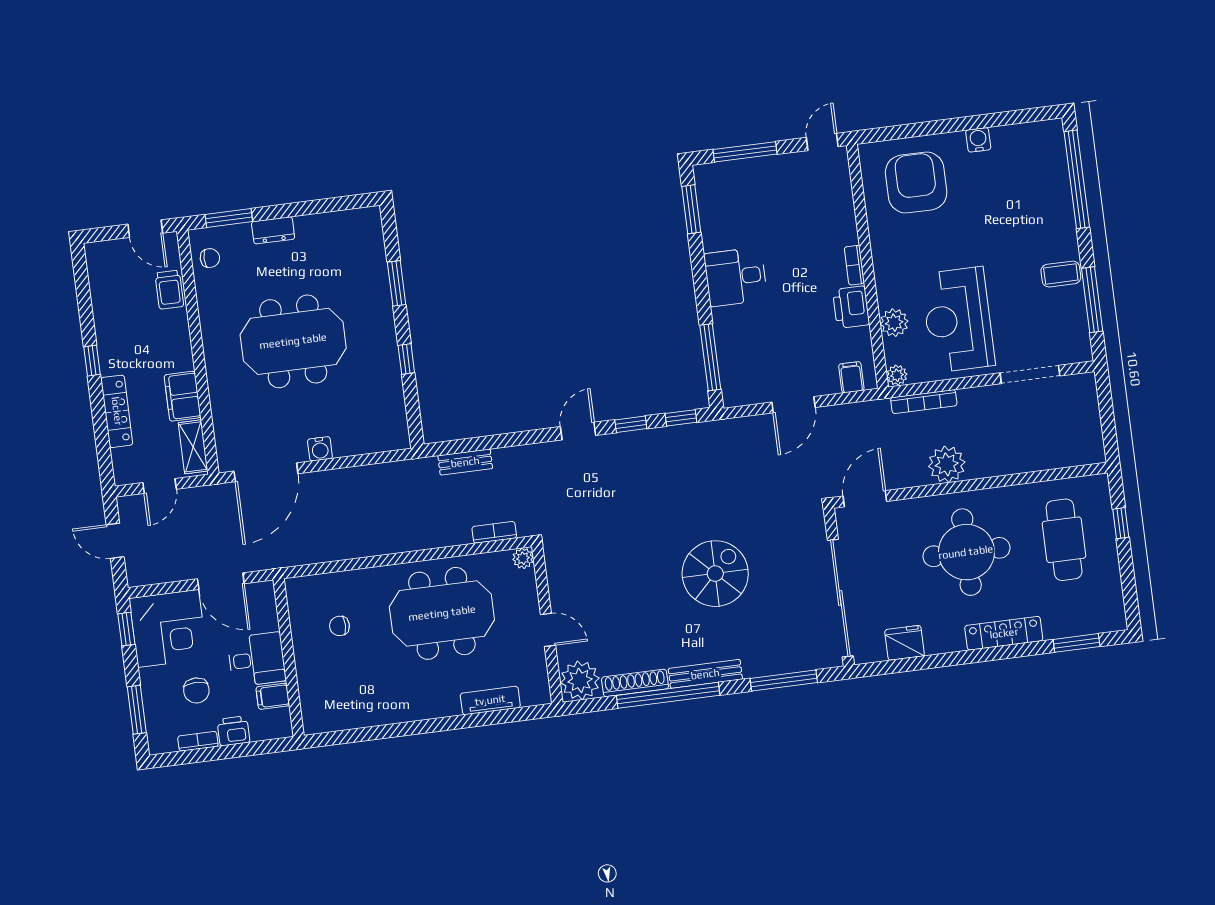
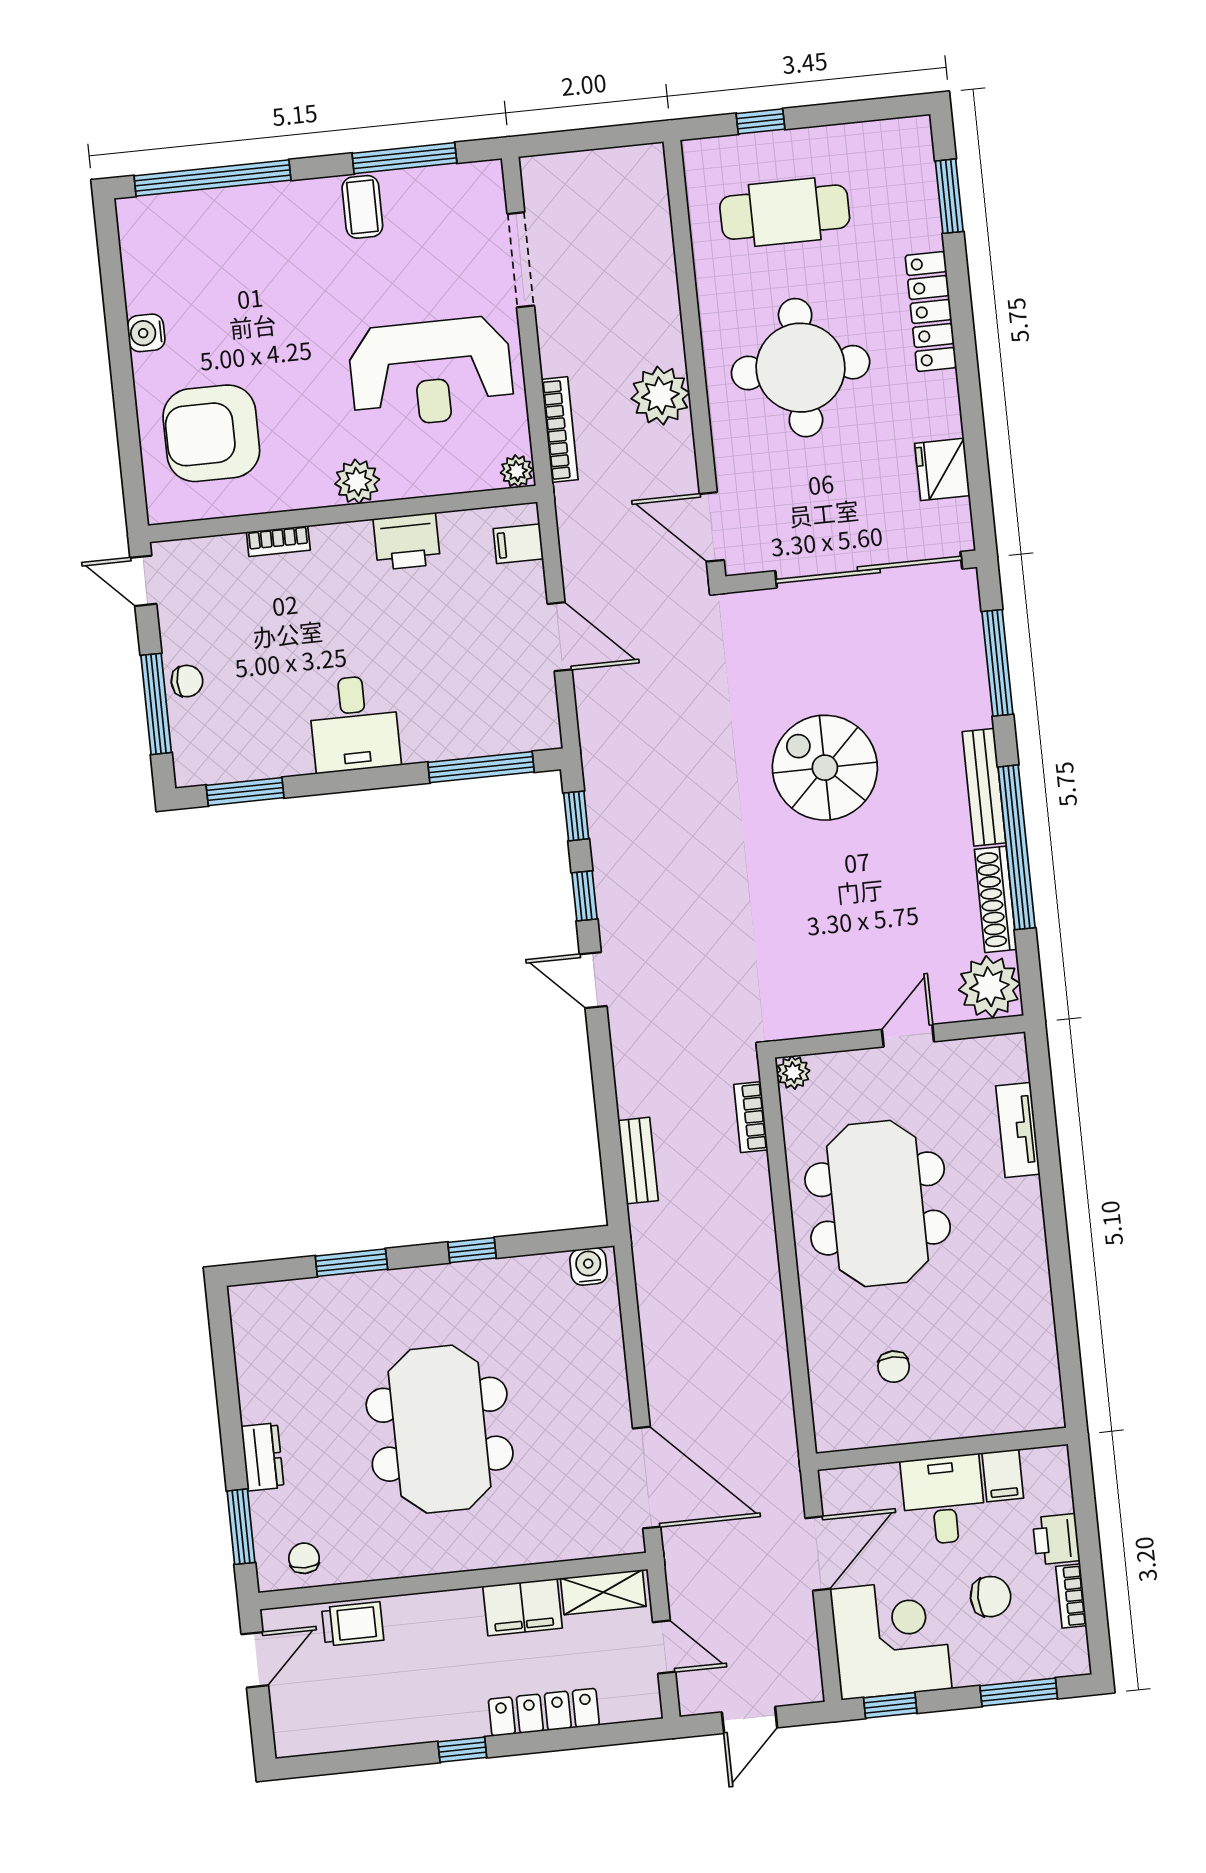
chair: (760, 171) -> (187, 681), added
bookcase: (854, 265) -> (278, 541), moved
plant: (894, 323) -> (357, 482), moved
water cooler: (320, 449) -> (589, 1266), moved, turned -90

